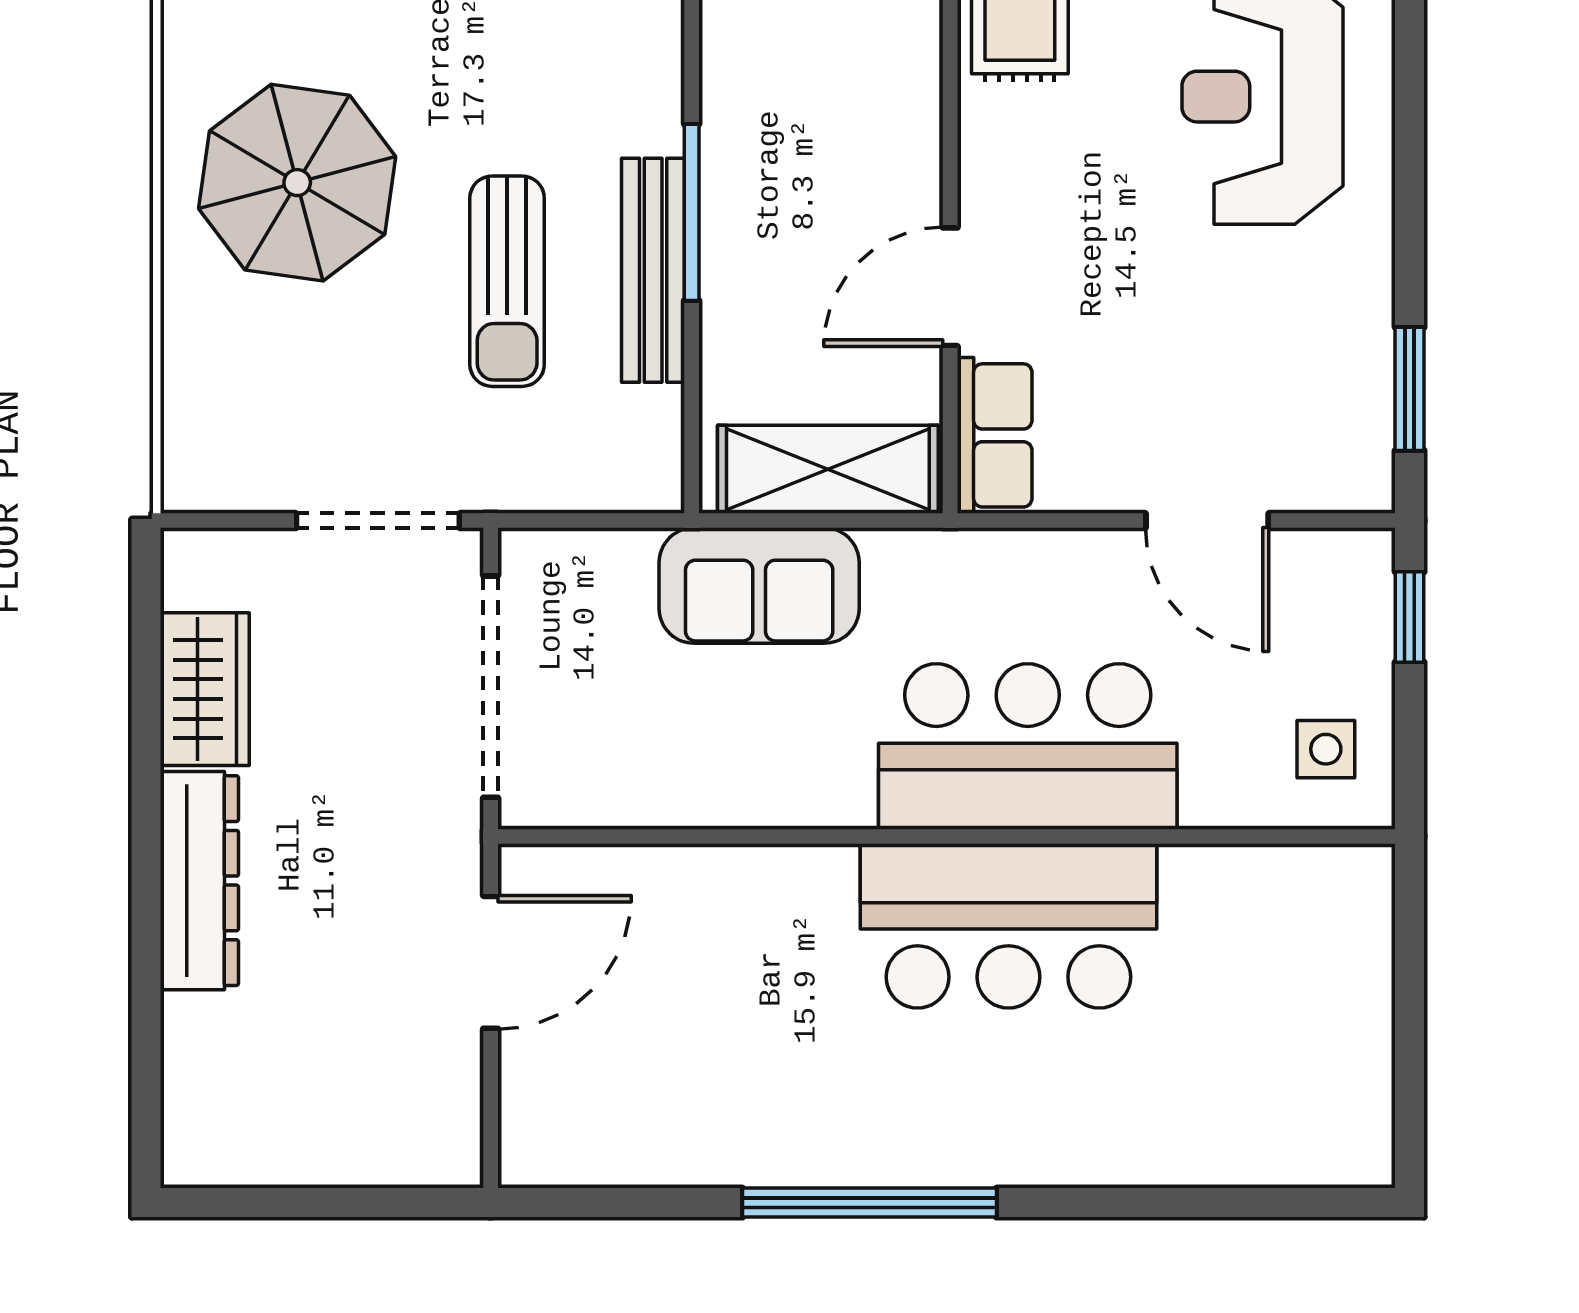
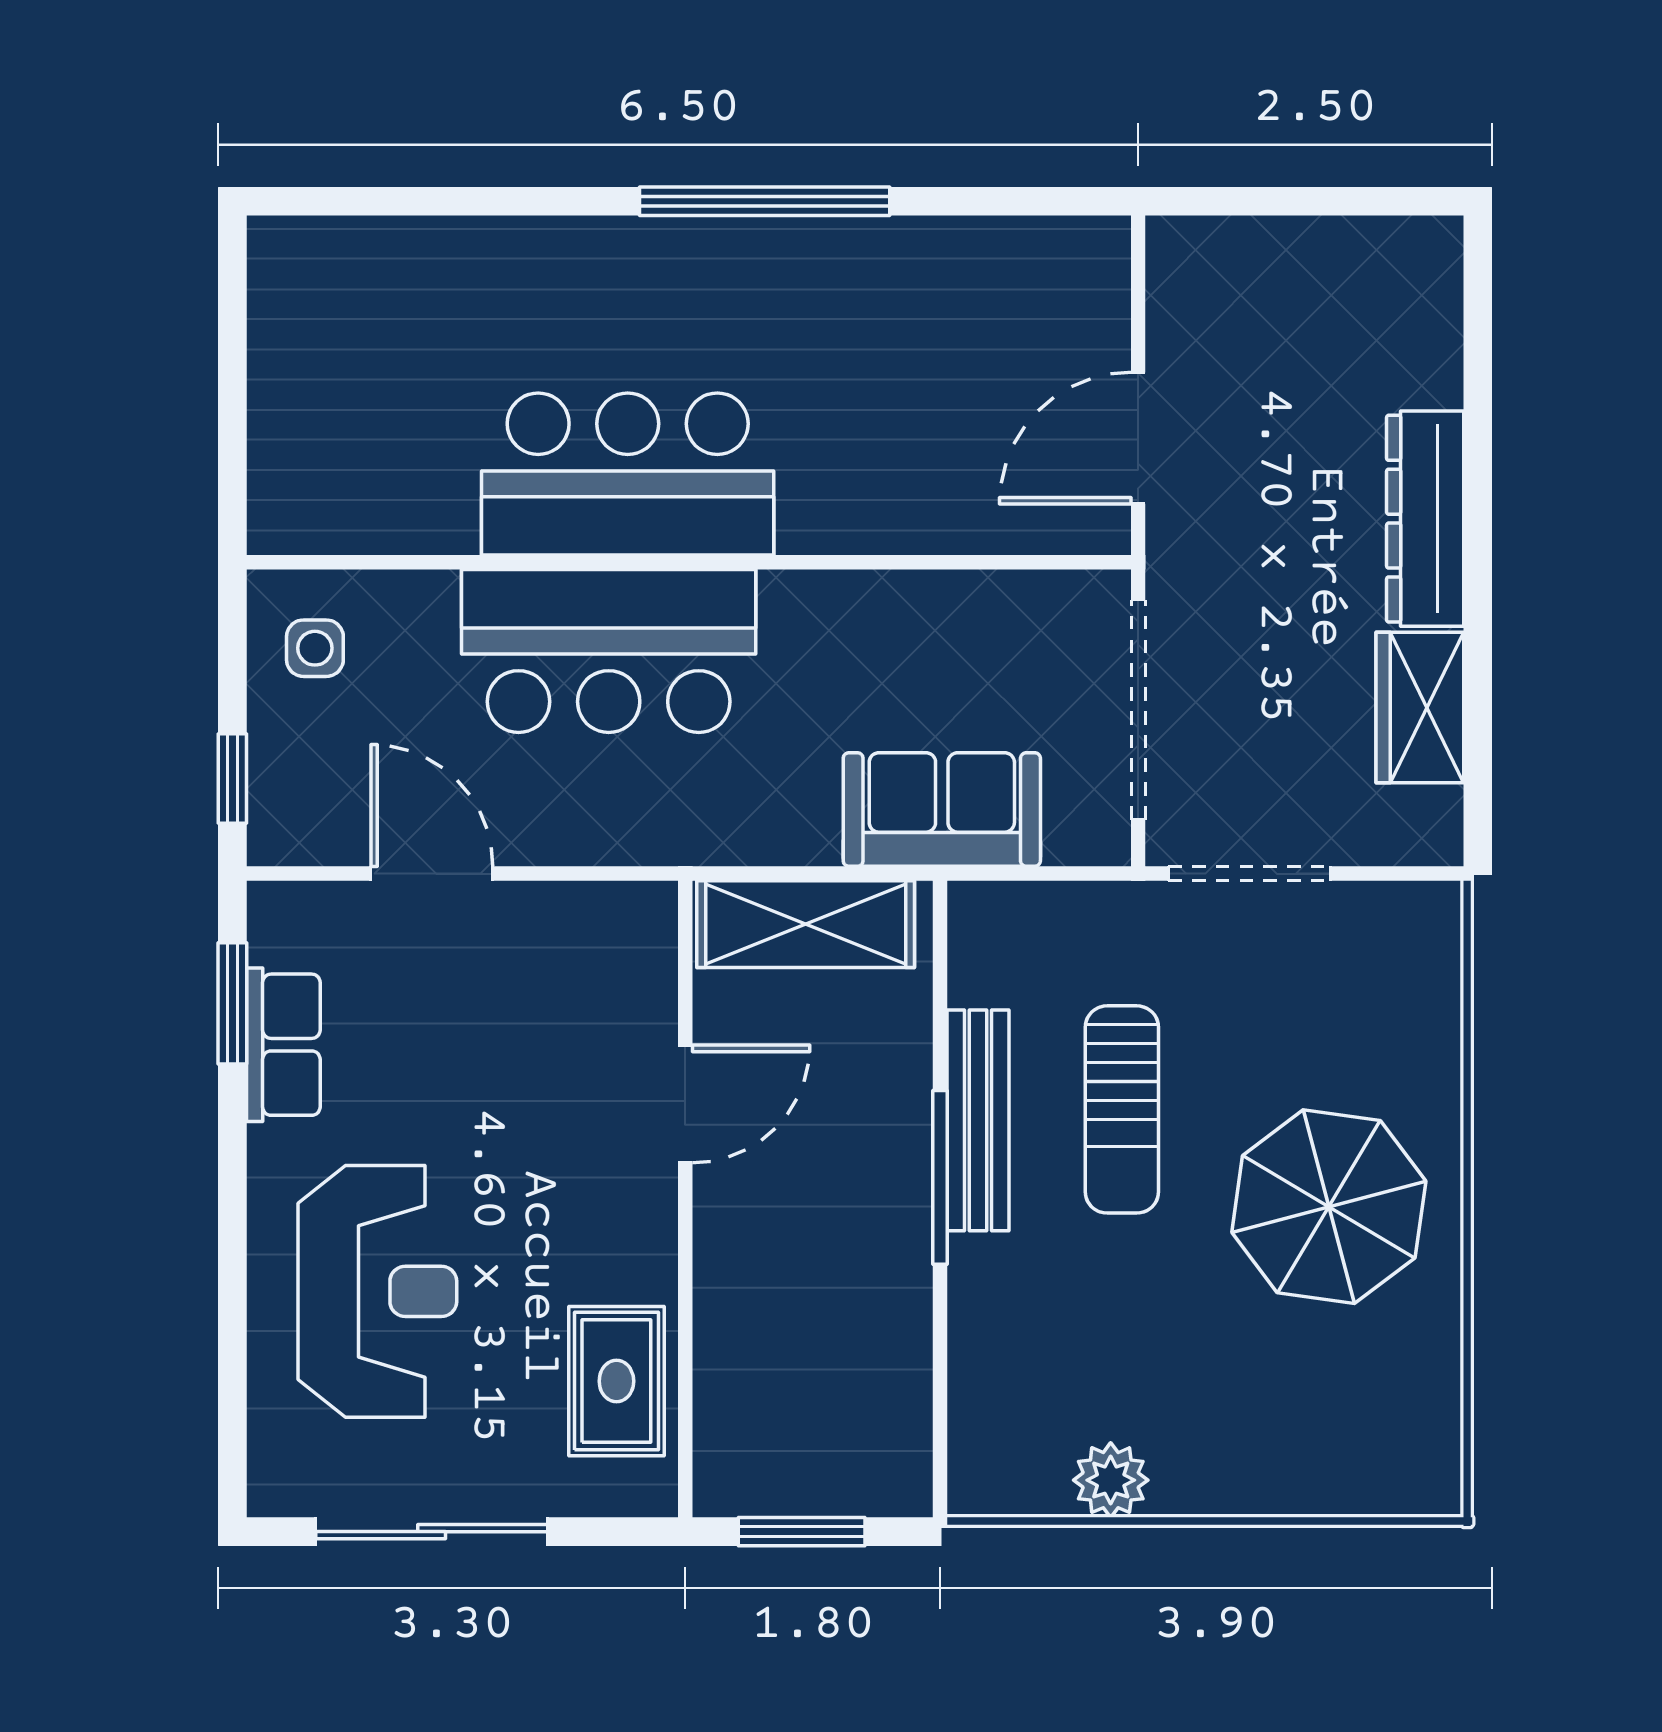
sun lounger: (507, 281) -> (1122, 1109), turned 180
row of seats: (995, 435) -> (283, 1045), moved, turned 180
sofa: (759, 586) -> (942, 809), moved

